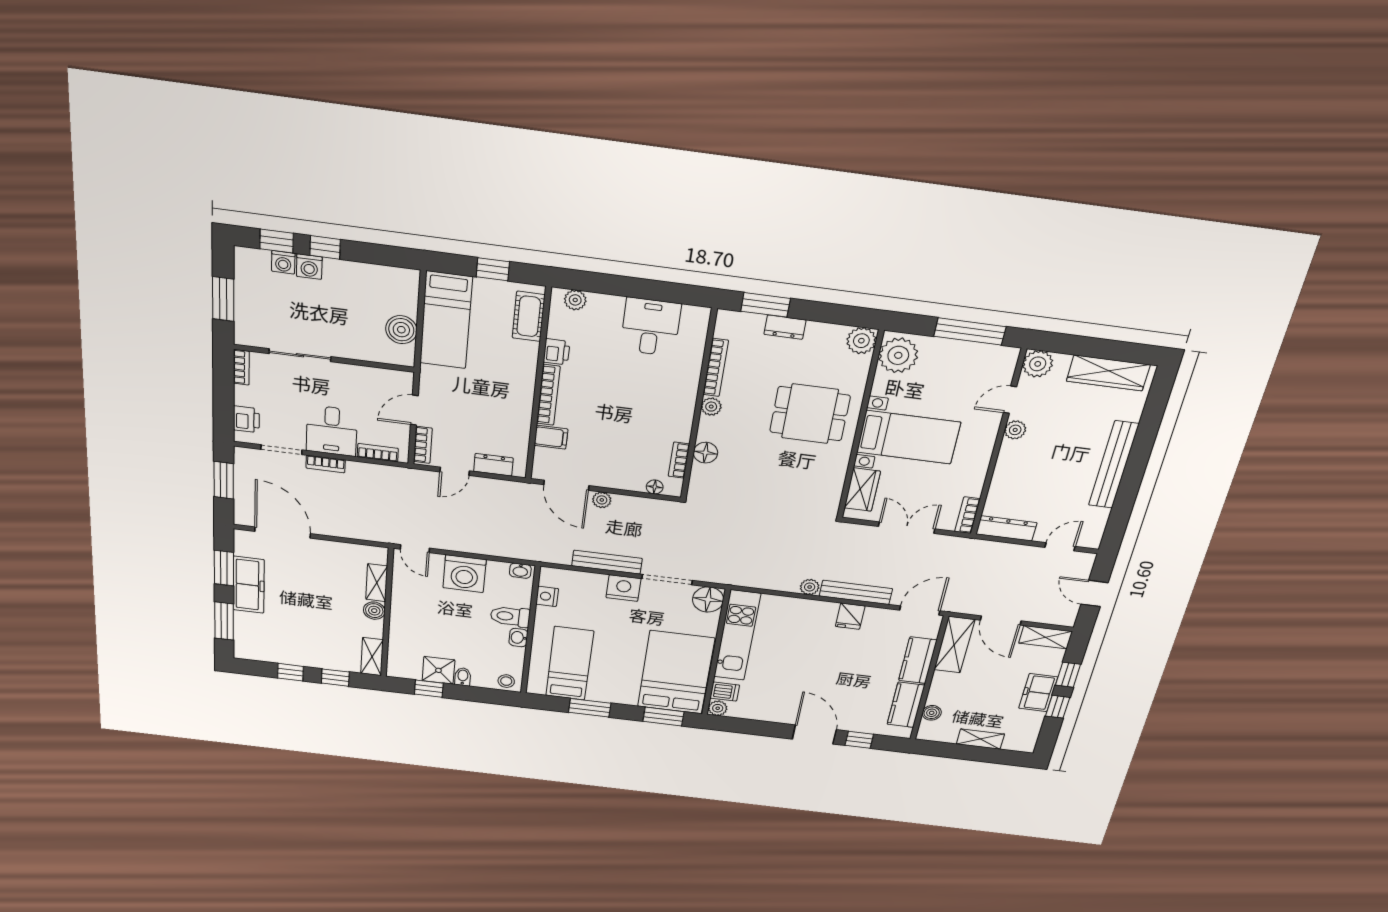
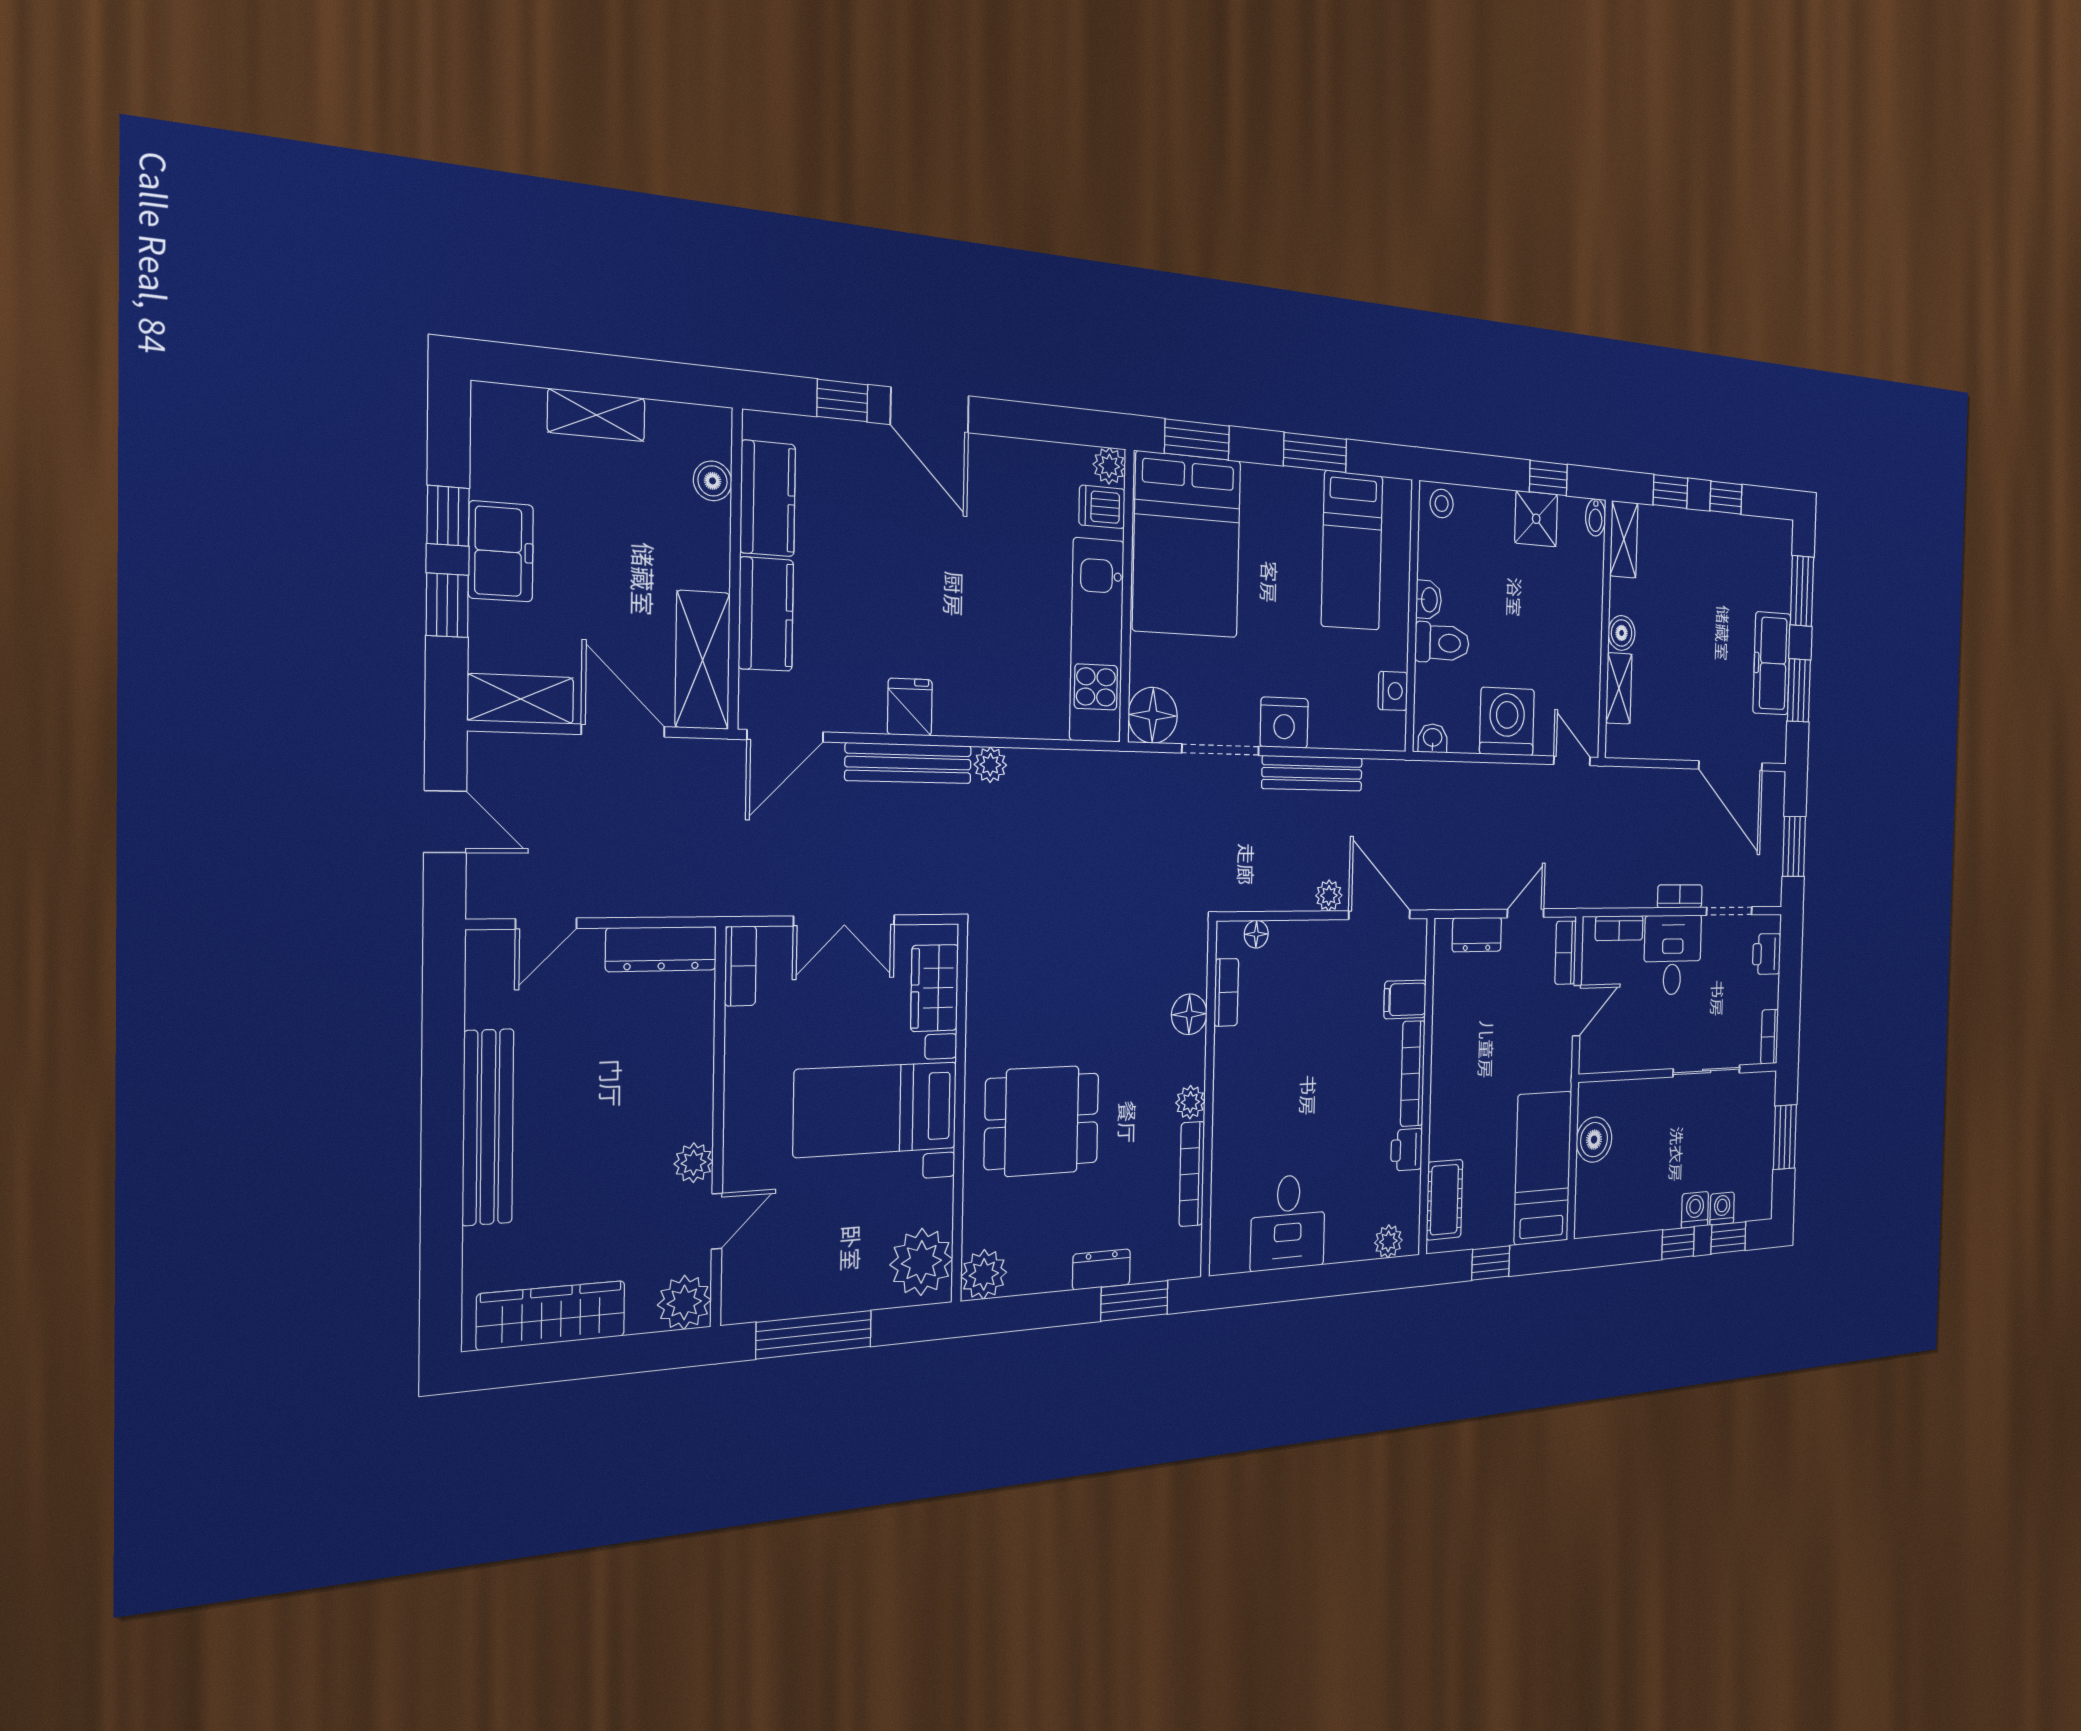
bidet: (463, 677) -> (1596, 517), moved

